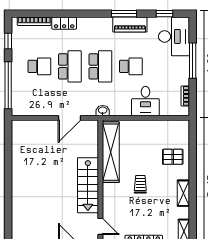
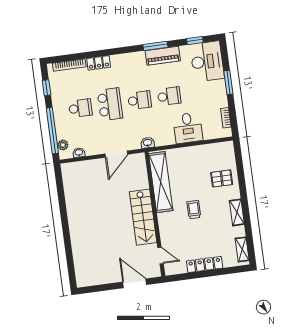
window: (193, 61) -> (228, 82), width x0.69
school desk: (100, 66) -> (139, 100), width x0.54
plant: (17, 101) -> (63, 145), added
washbasin: (32, 111) -> (79, 153), added

